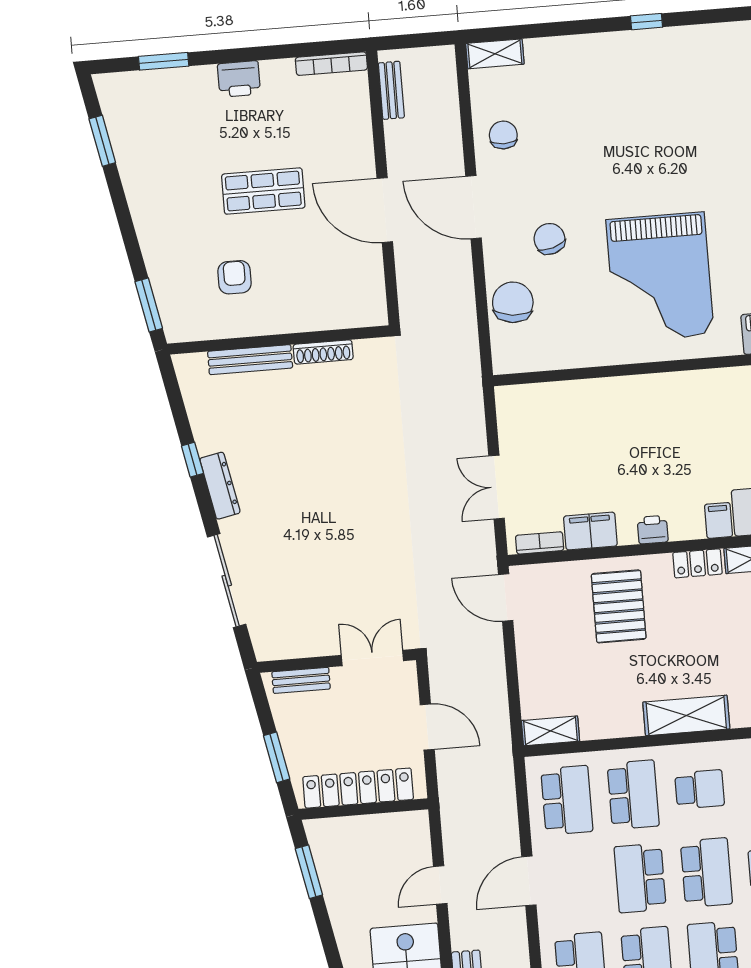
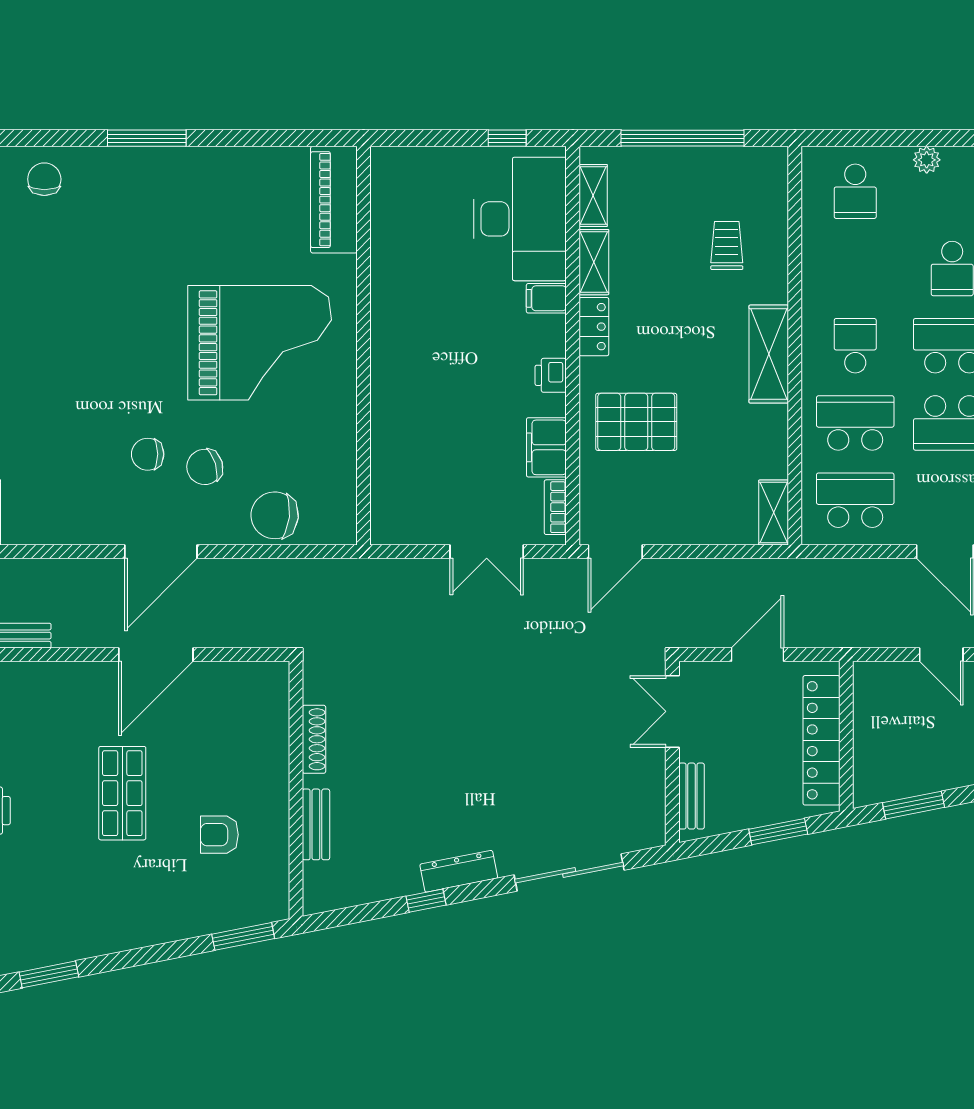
chair: (503, 135) -> (148, 454), moved
bench: (250, 360) -> (316, 824), width x0.73

